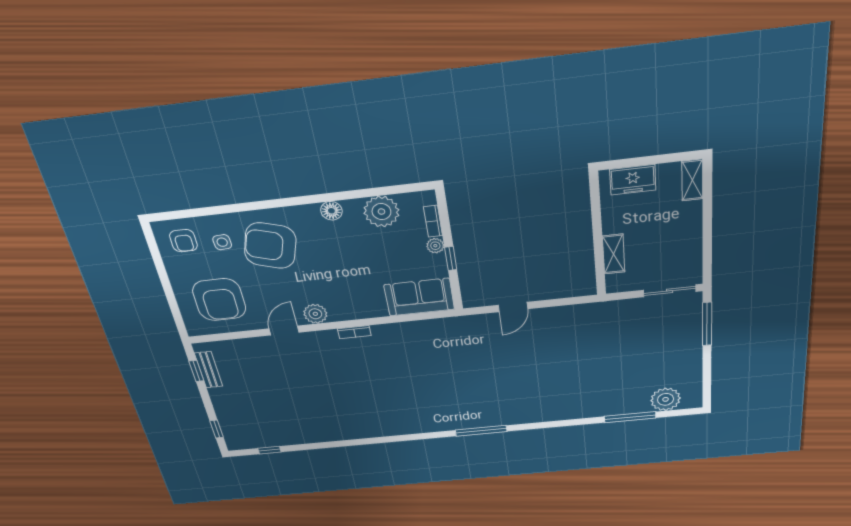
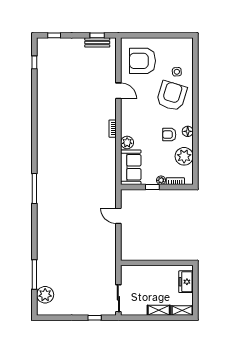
armchair: (183, 241) -> (169, 135), moved
shelving: (614, 254) -> (159, 310), moved
plant: (315, 314) -> (127, 142), moved
window: (707, 324) -> (95, 318), width x0.46

